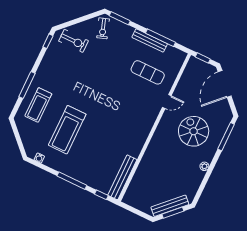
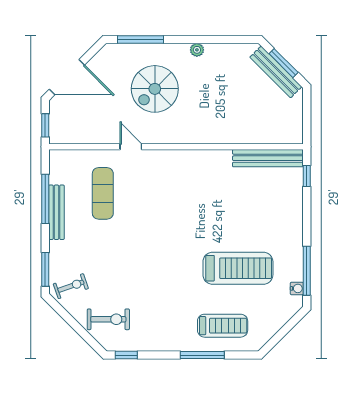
exercise bike: (74, 41) -> (108, 319), turned 90
window: (72, 181) -> (307, 271), moved

